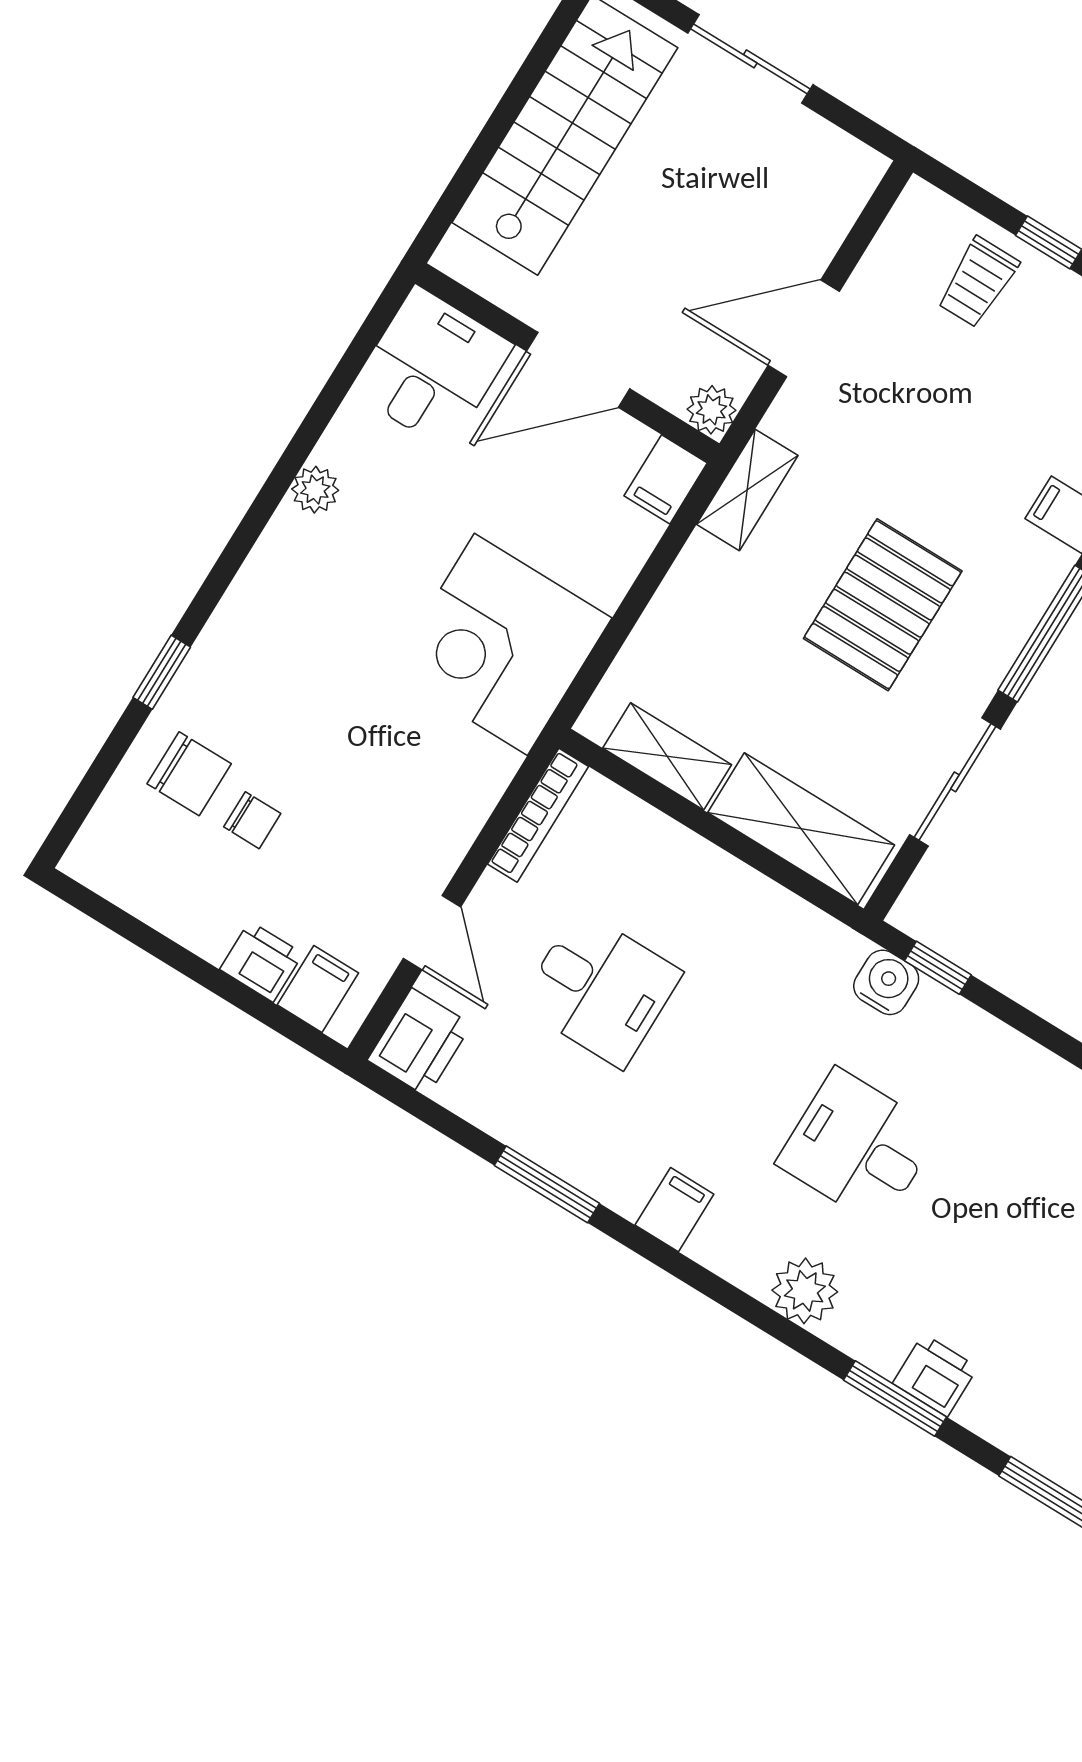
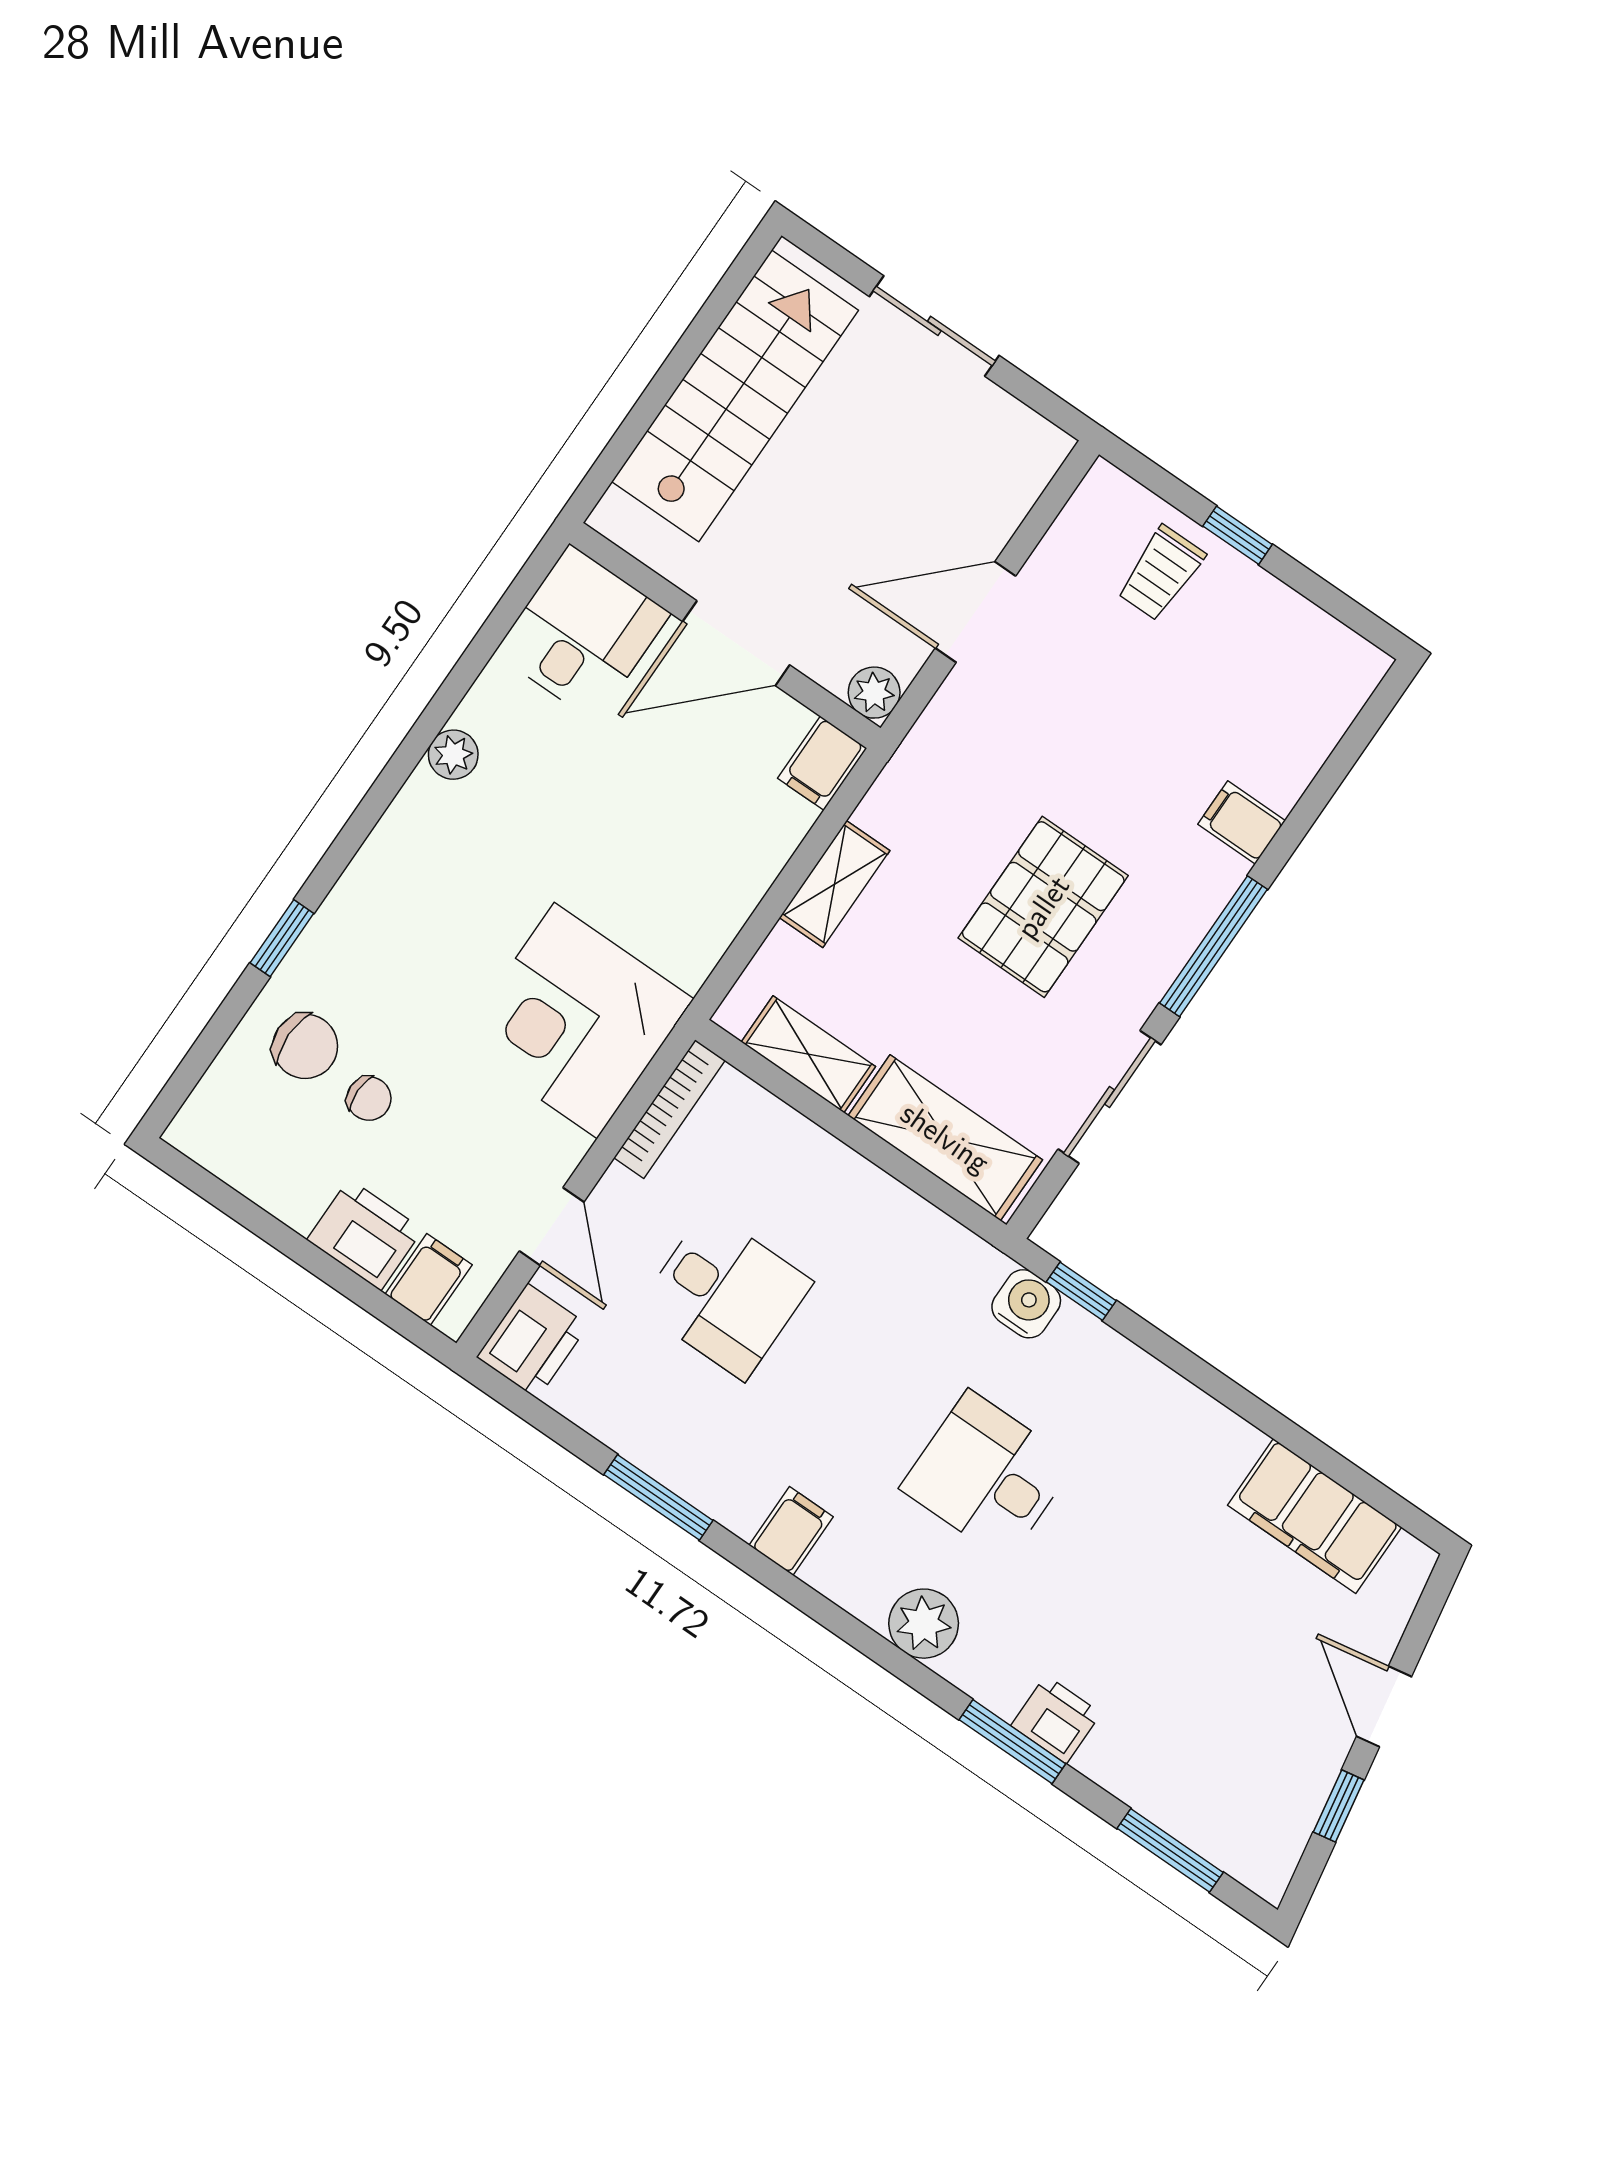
shelving: (747, 490) -> (835, 884), moved
corner desk: (501, 644) -> (576, 1020), moved
printer: (261, 962) -> (365, 1235), width x1.36, depth x1.24

